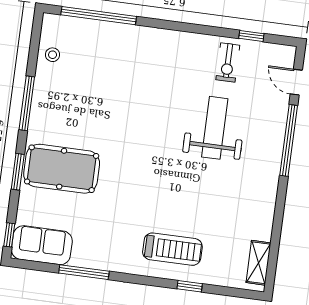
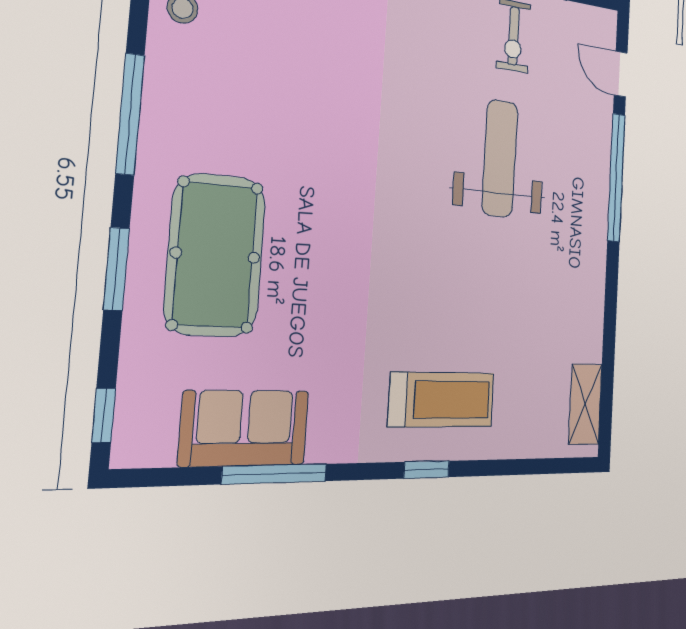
pool table: (62, 169) -> (215, 255), turned 90
sofa: (42, 245) -> (245, 428), moved
window: (190, 286) -> (427, 470), moved

